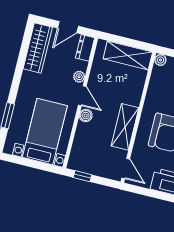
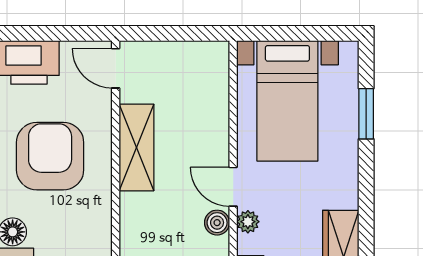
boiler: (86, 116) -> (217, 223), moved
window: (82, 176) -> (195, 33), removed

